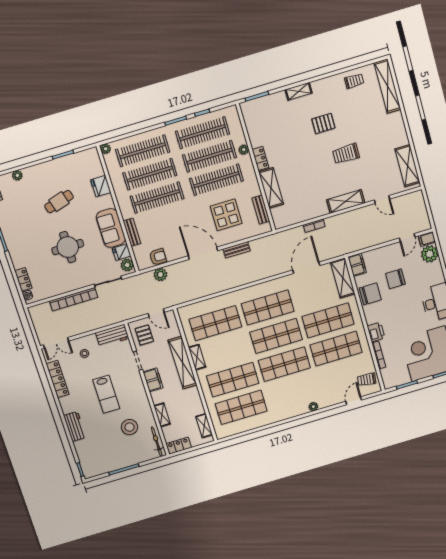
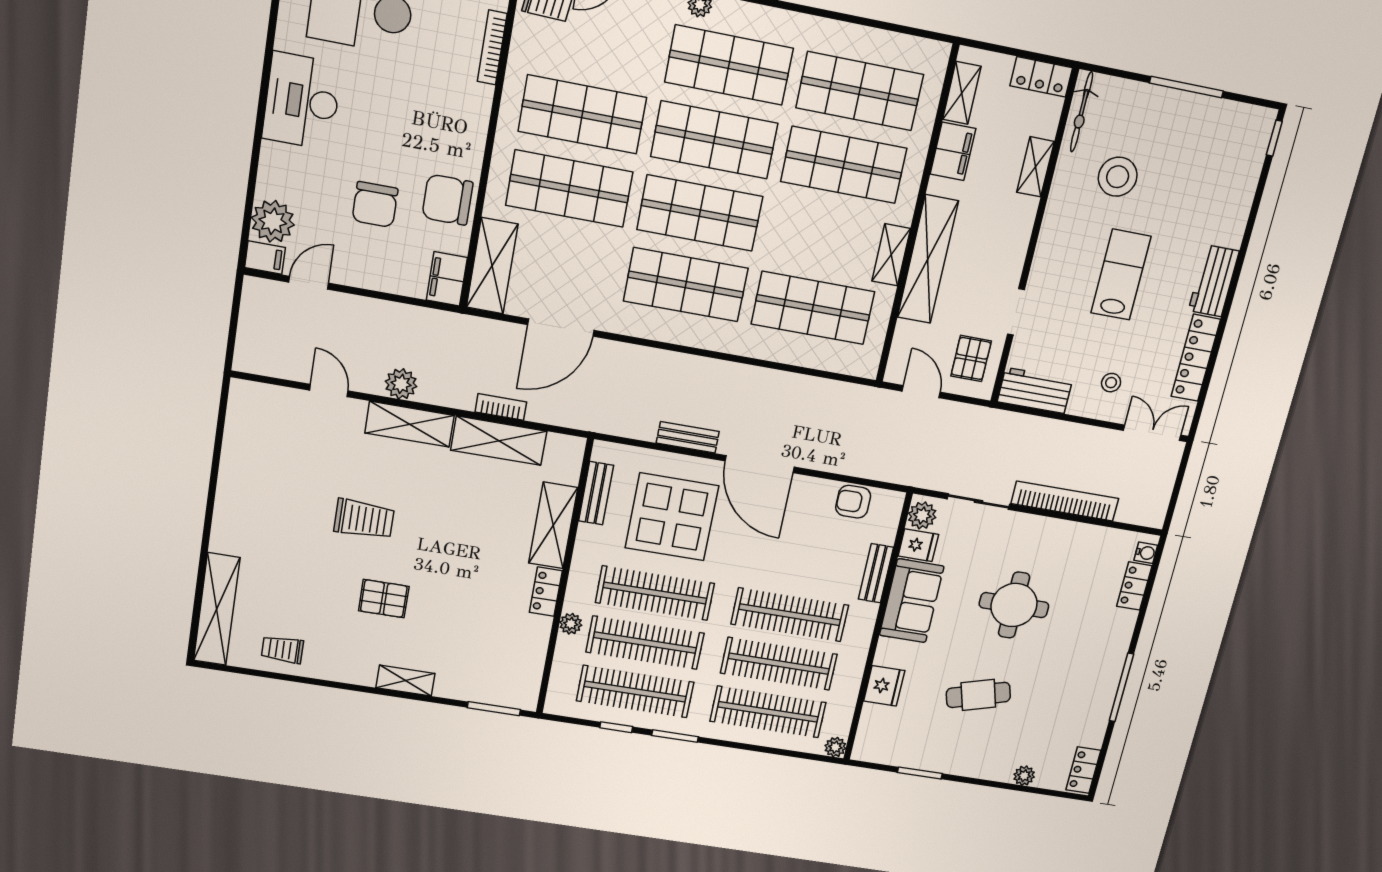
shelving: (407, 166) -> (499, 441), moved, turned 90
display table: (226, 215) -> (672, 517), width x1.36, depth x1.36
plant: (160, 275) -> (401, 384), moved
chair: (395, 279) -> (375, 205), turned 90
printer: (376, 332) -> (474, 105), removed
filing cabinet: (153, 380) -> (953, 151), moved, turned 180
shop shelf: (293, 392) -> (729, 65), added
workbench: (75, 426) -> (1214, 281), moved

